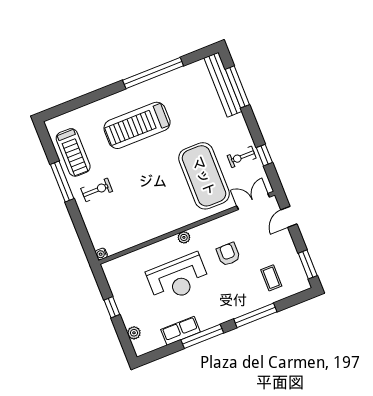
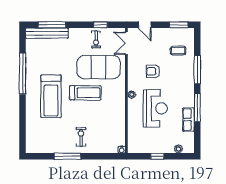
treadmill: (73, 152) -> (85, 93), moved

